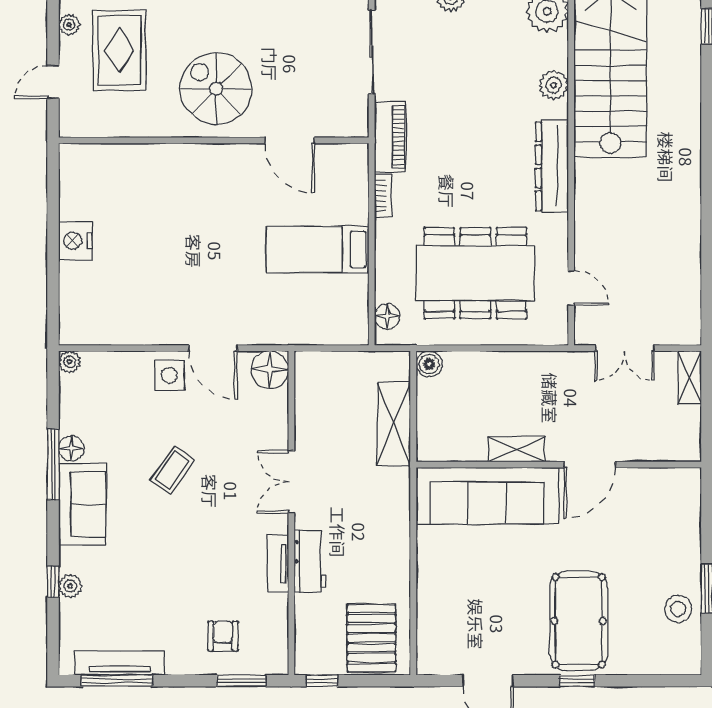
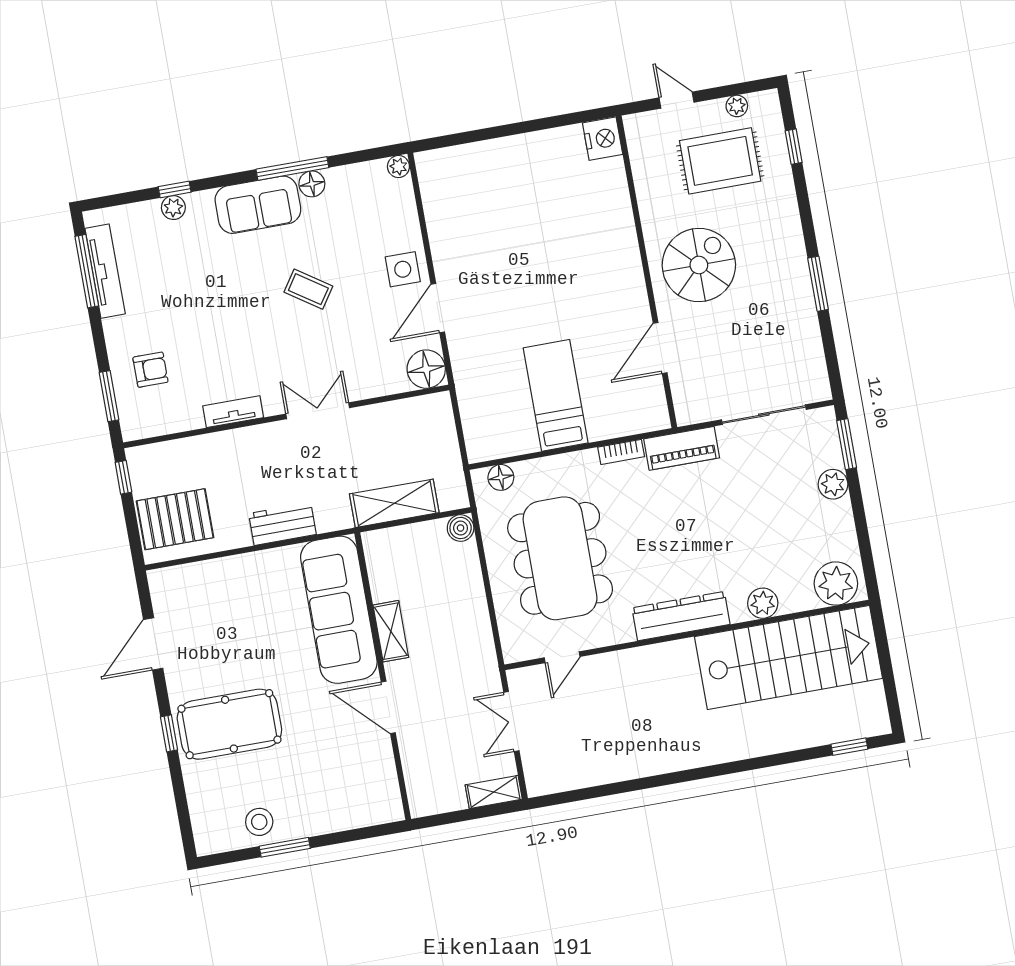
nightstand: (75, 241) -> (603, 139), moved, turned 90
workbench: (310, 561) -> (282, 524), moved, turned 180

